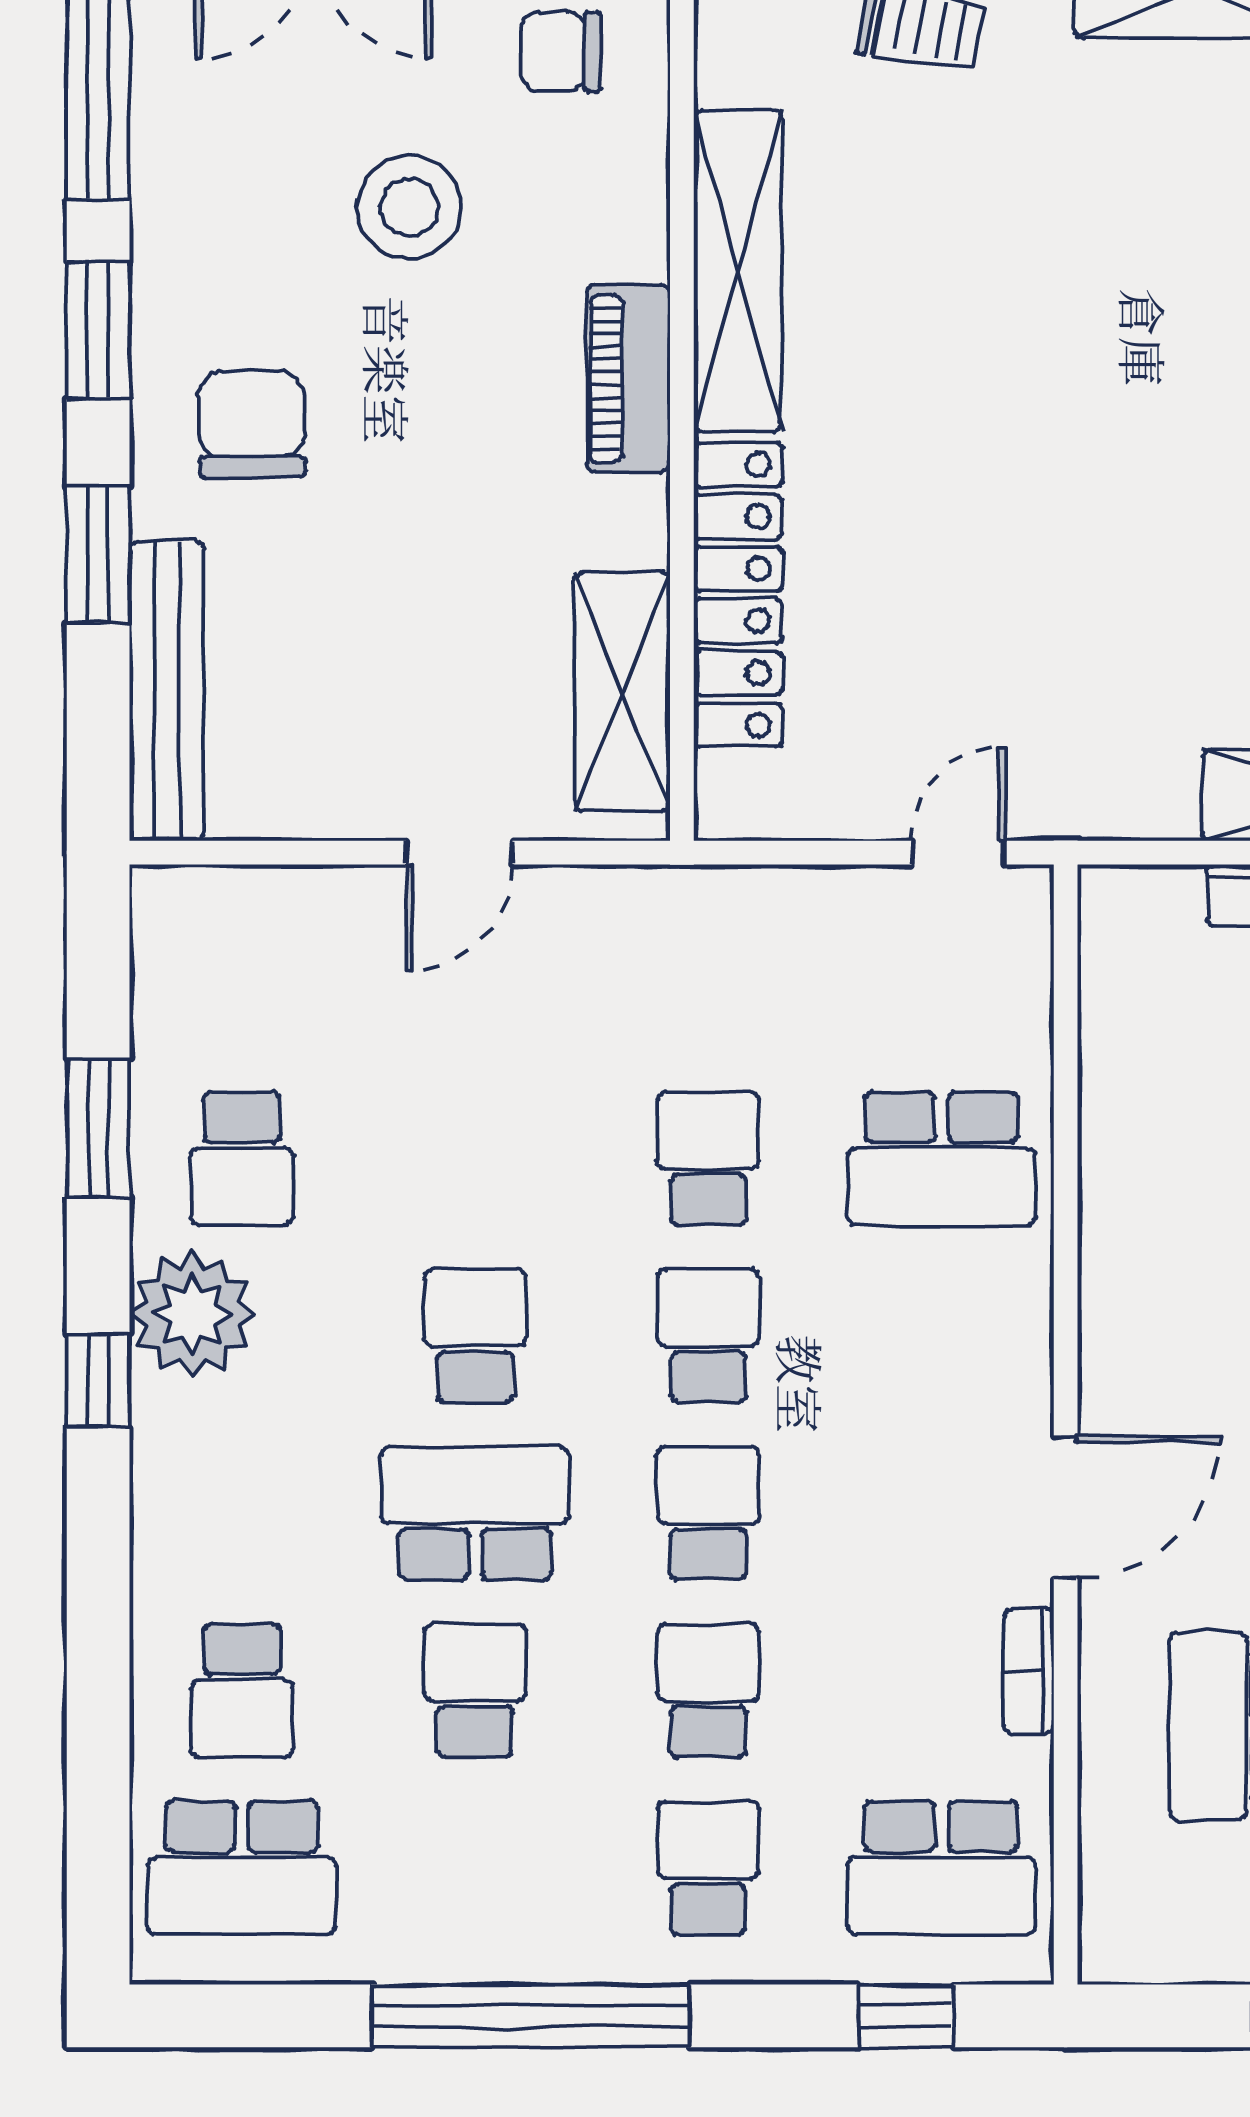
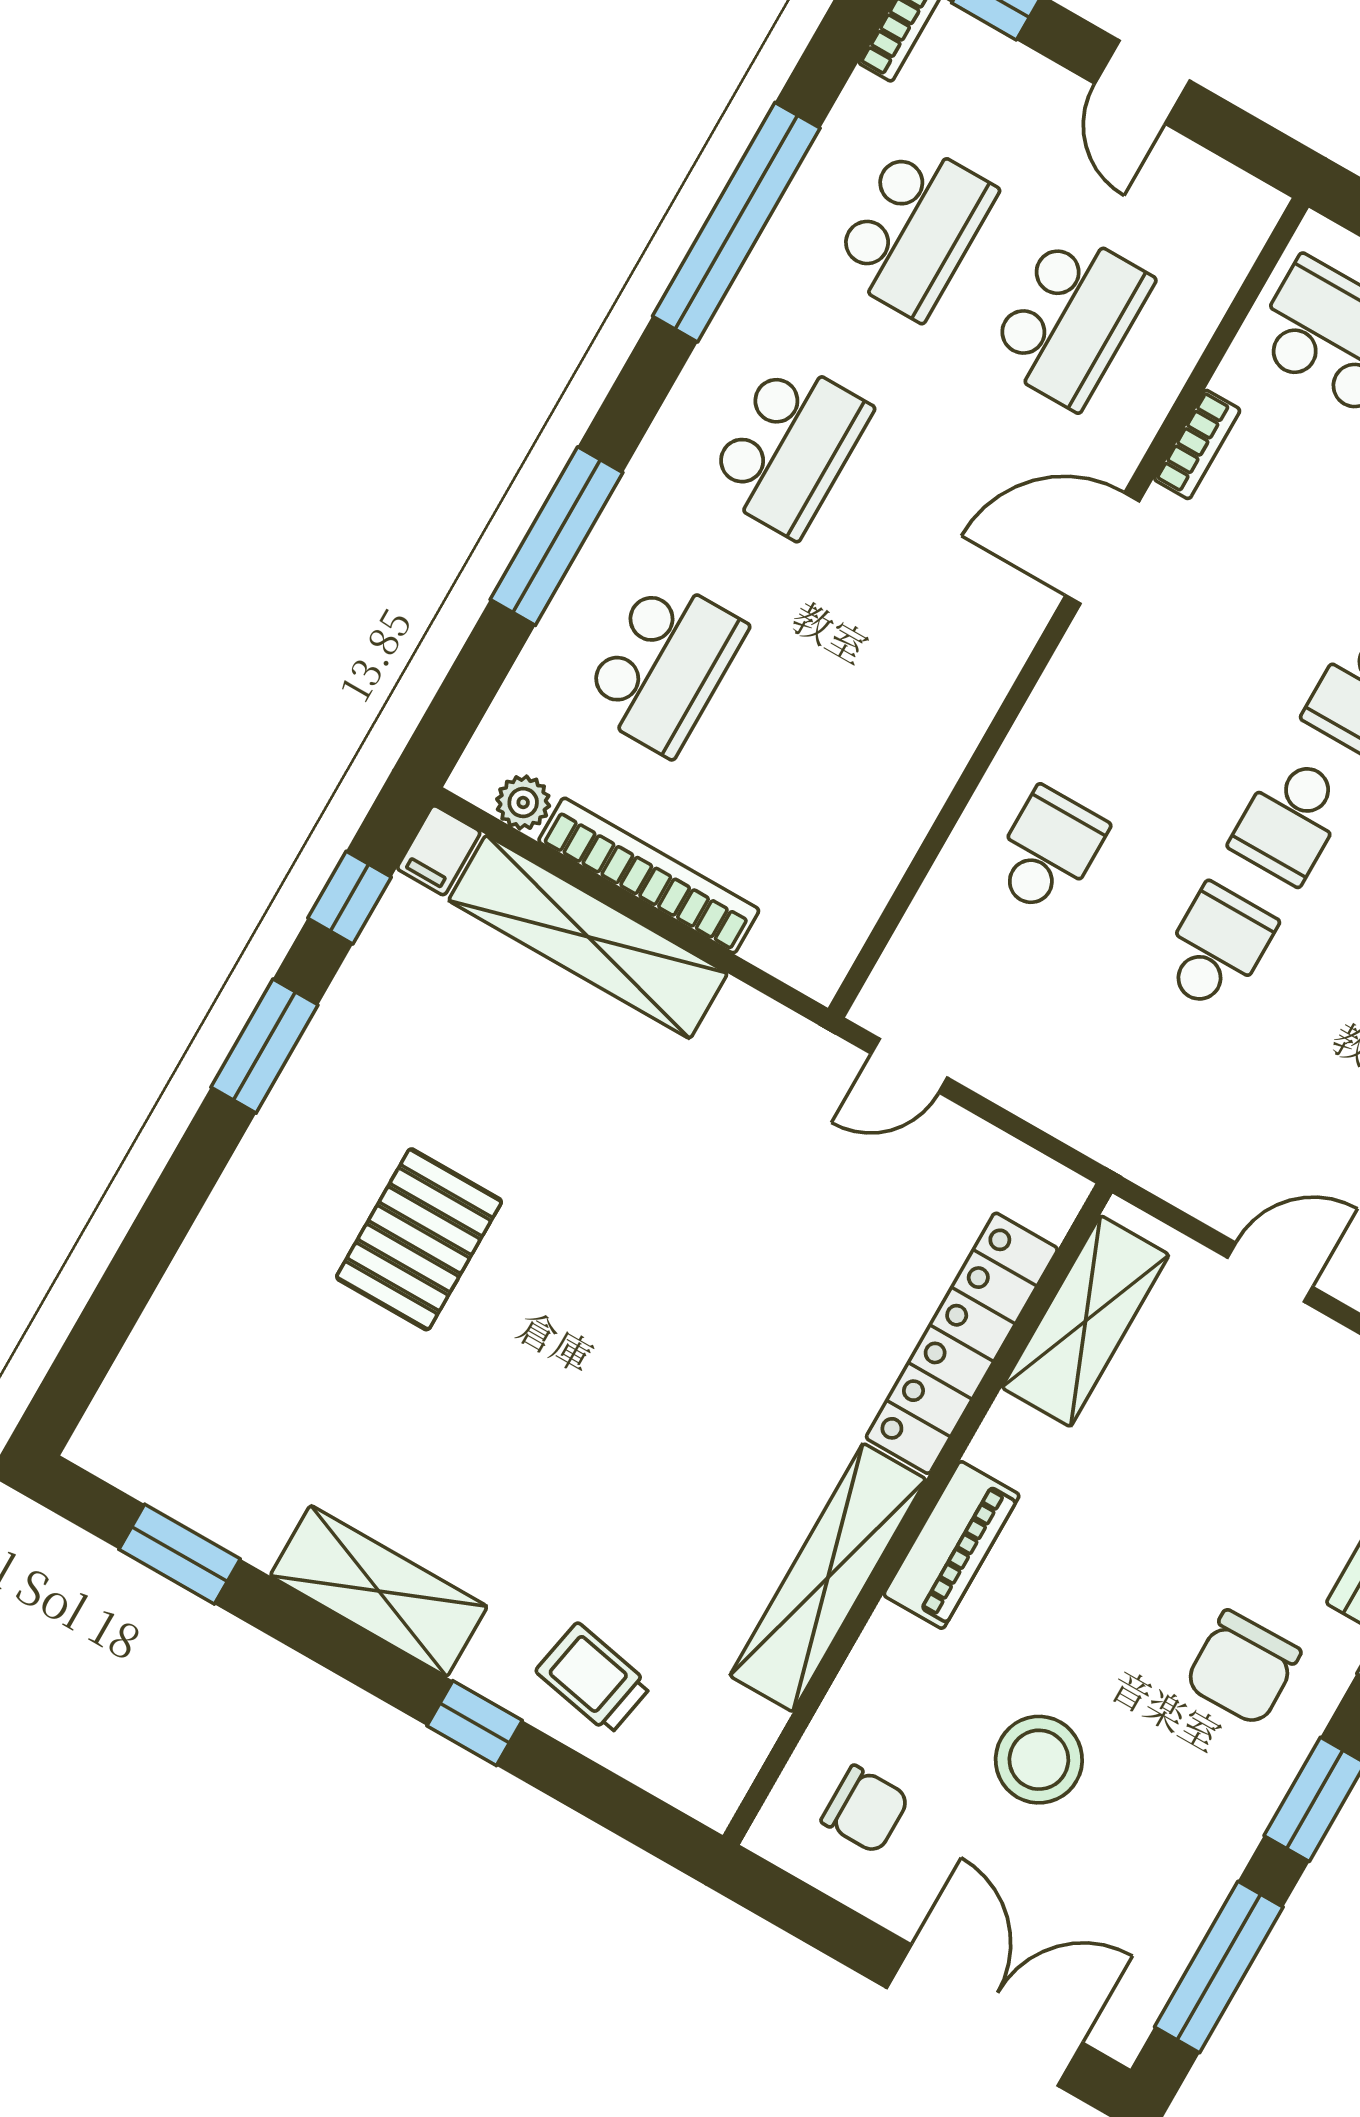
school desk: (708, 1158) -> (1217, 948), turned 180
school desk: (942, 1158) -> (1048, 851), width x0.54

